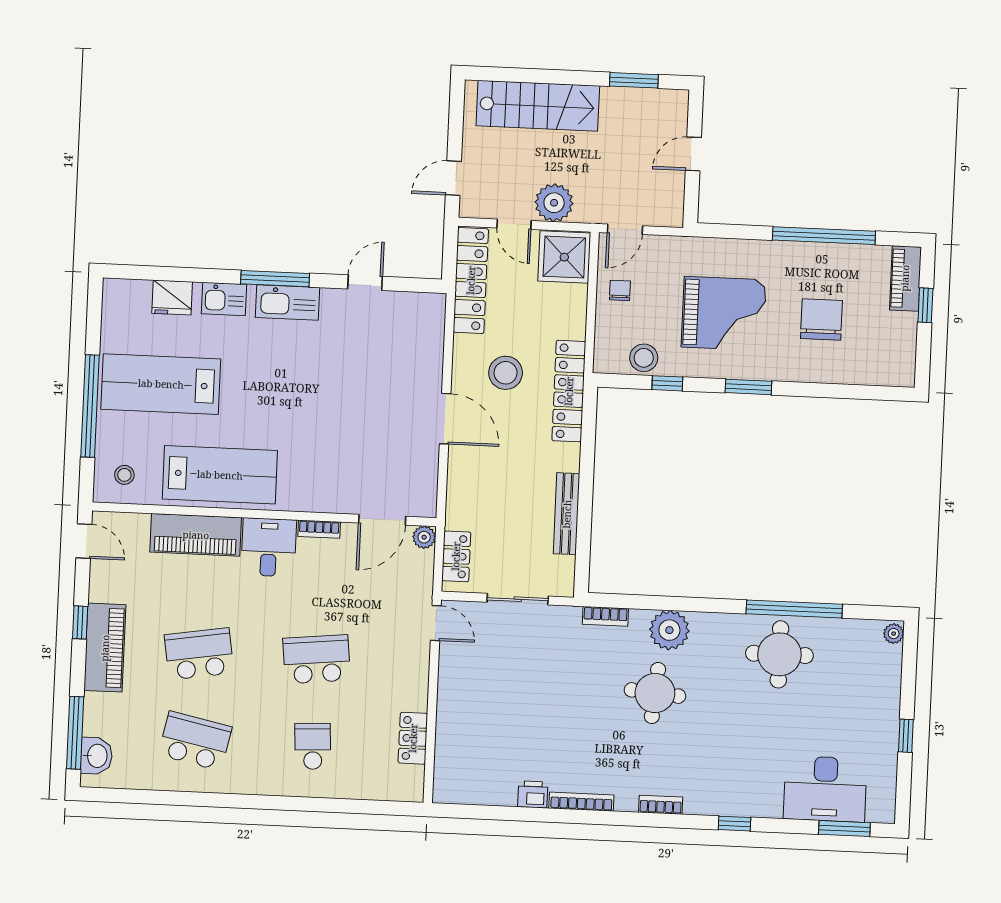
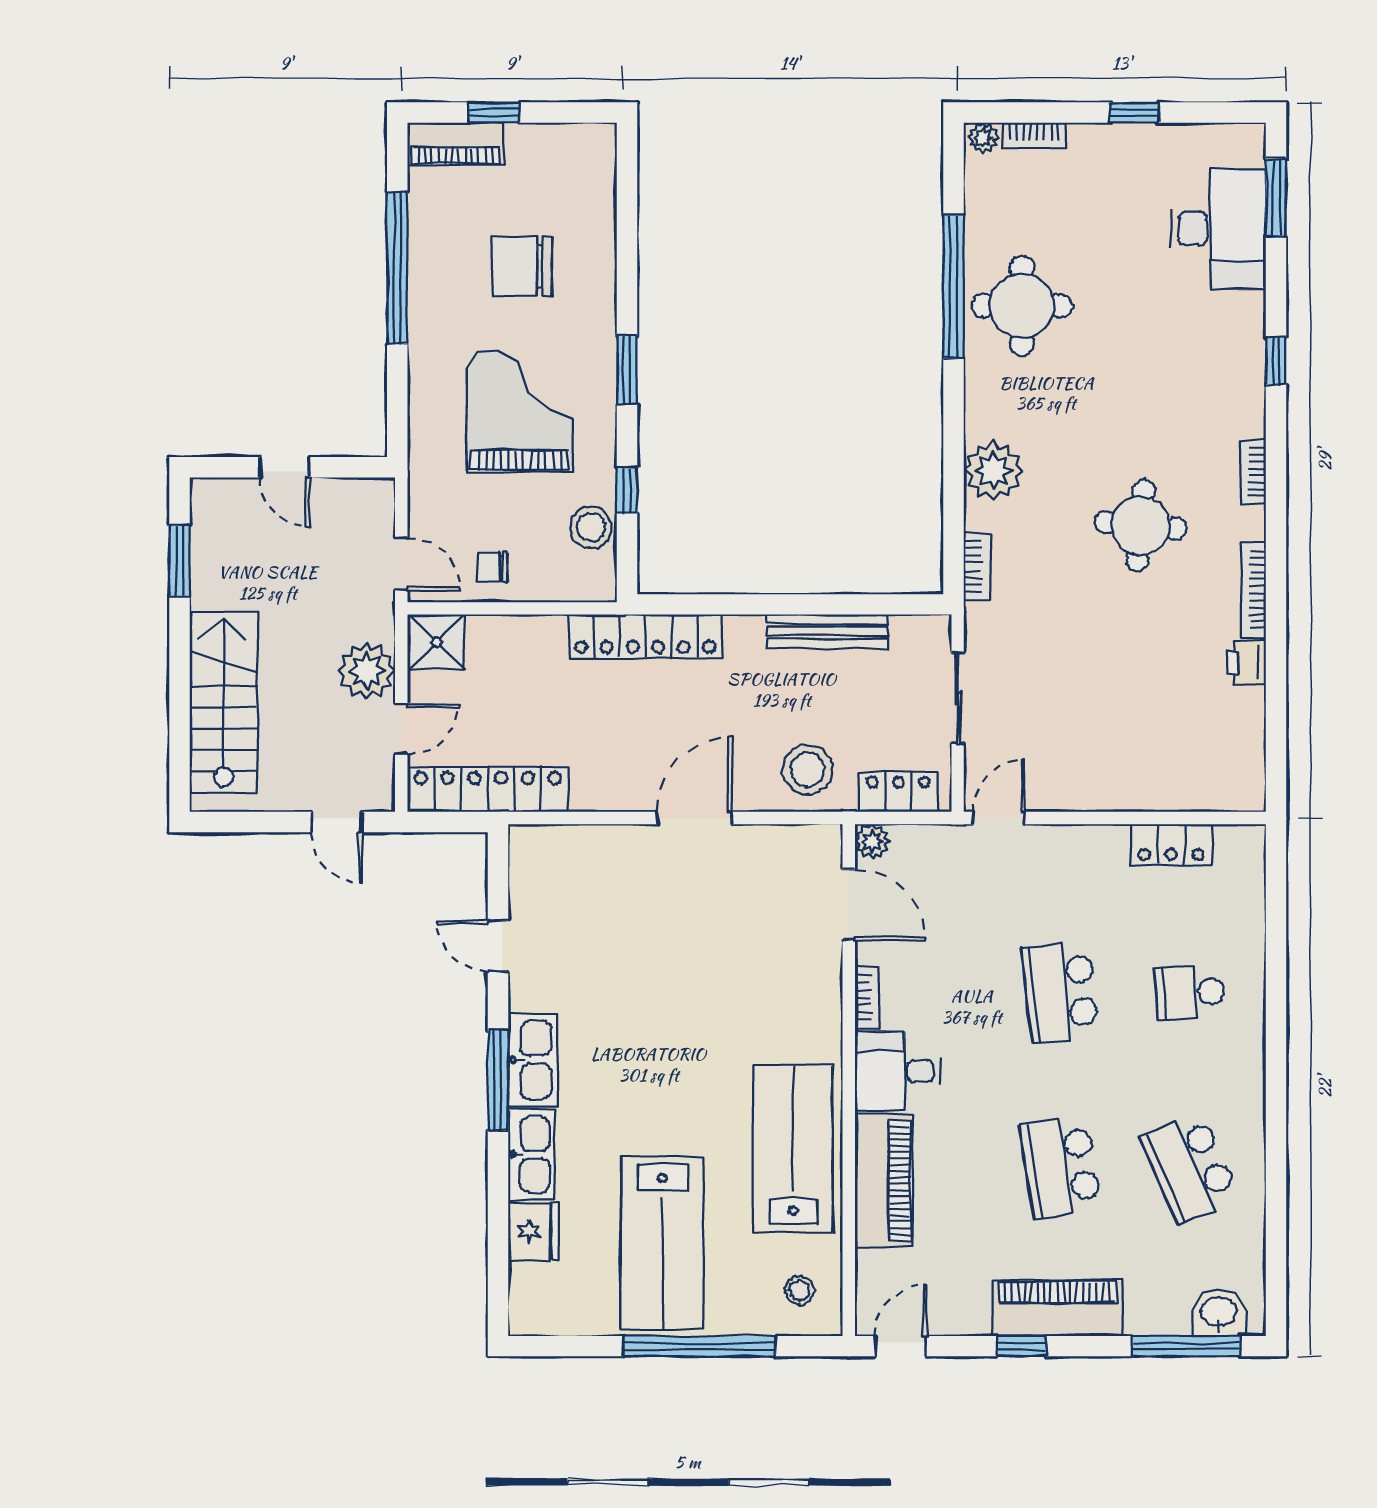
shower: (564, 257) -> (437, 642), width x0.73, depth x0.73
kitchen sink: (224, 299) -> (532, 1154), width x1.38
stool: (506, 373) -> (808, 770), moved
bookcase: (894, 668) -> (1034, 135), added
round table: (655, 693) -> (1140, 525), moved
school desk: (195, 741) -> (1190, 1167), turned -36

